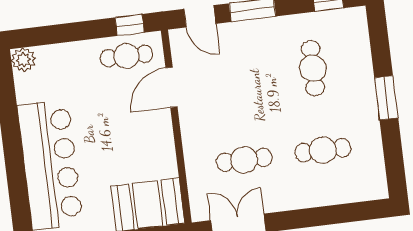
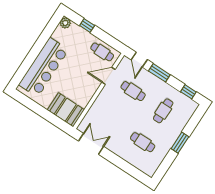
window: (130, 25) -> (87, 26), moved
cafe table: (244, 160) -> (133, 91), moved

